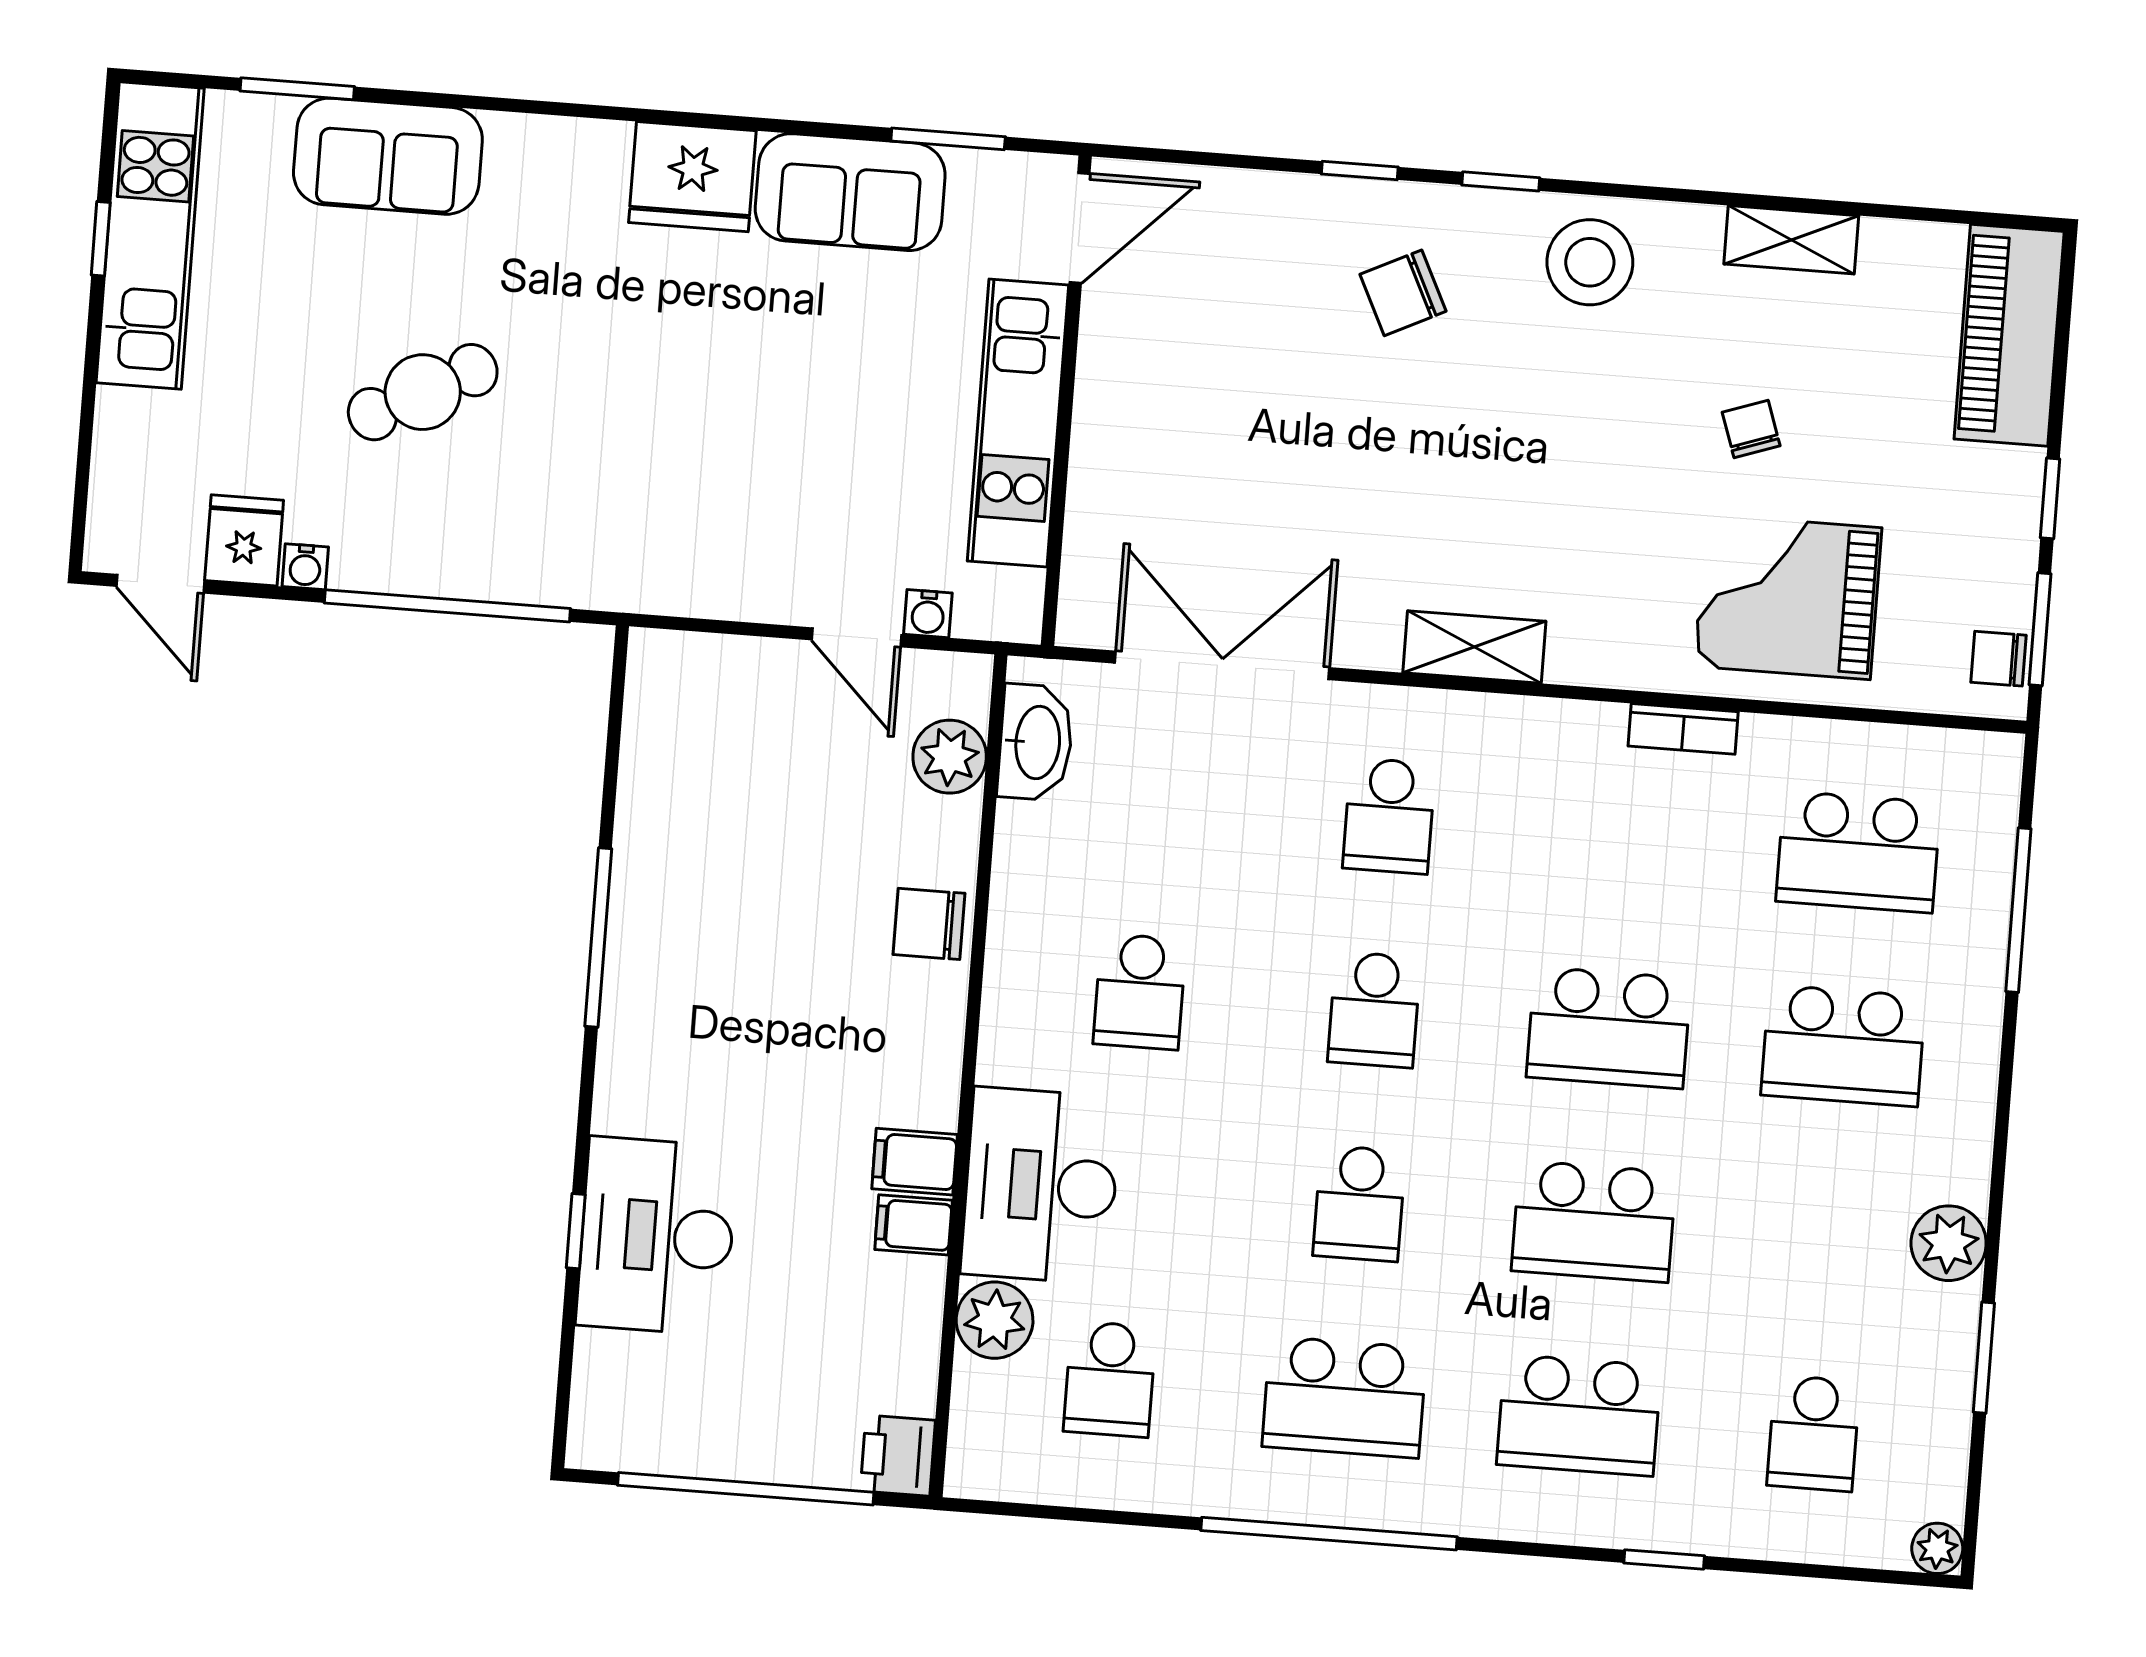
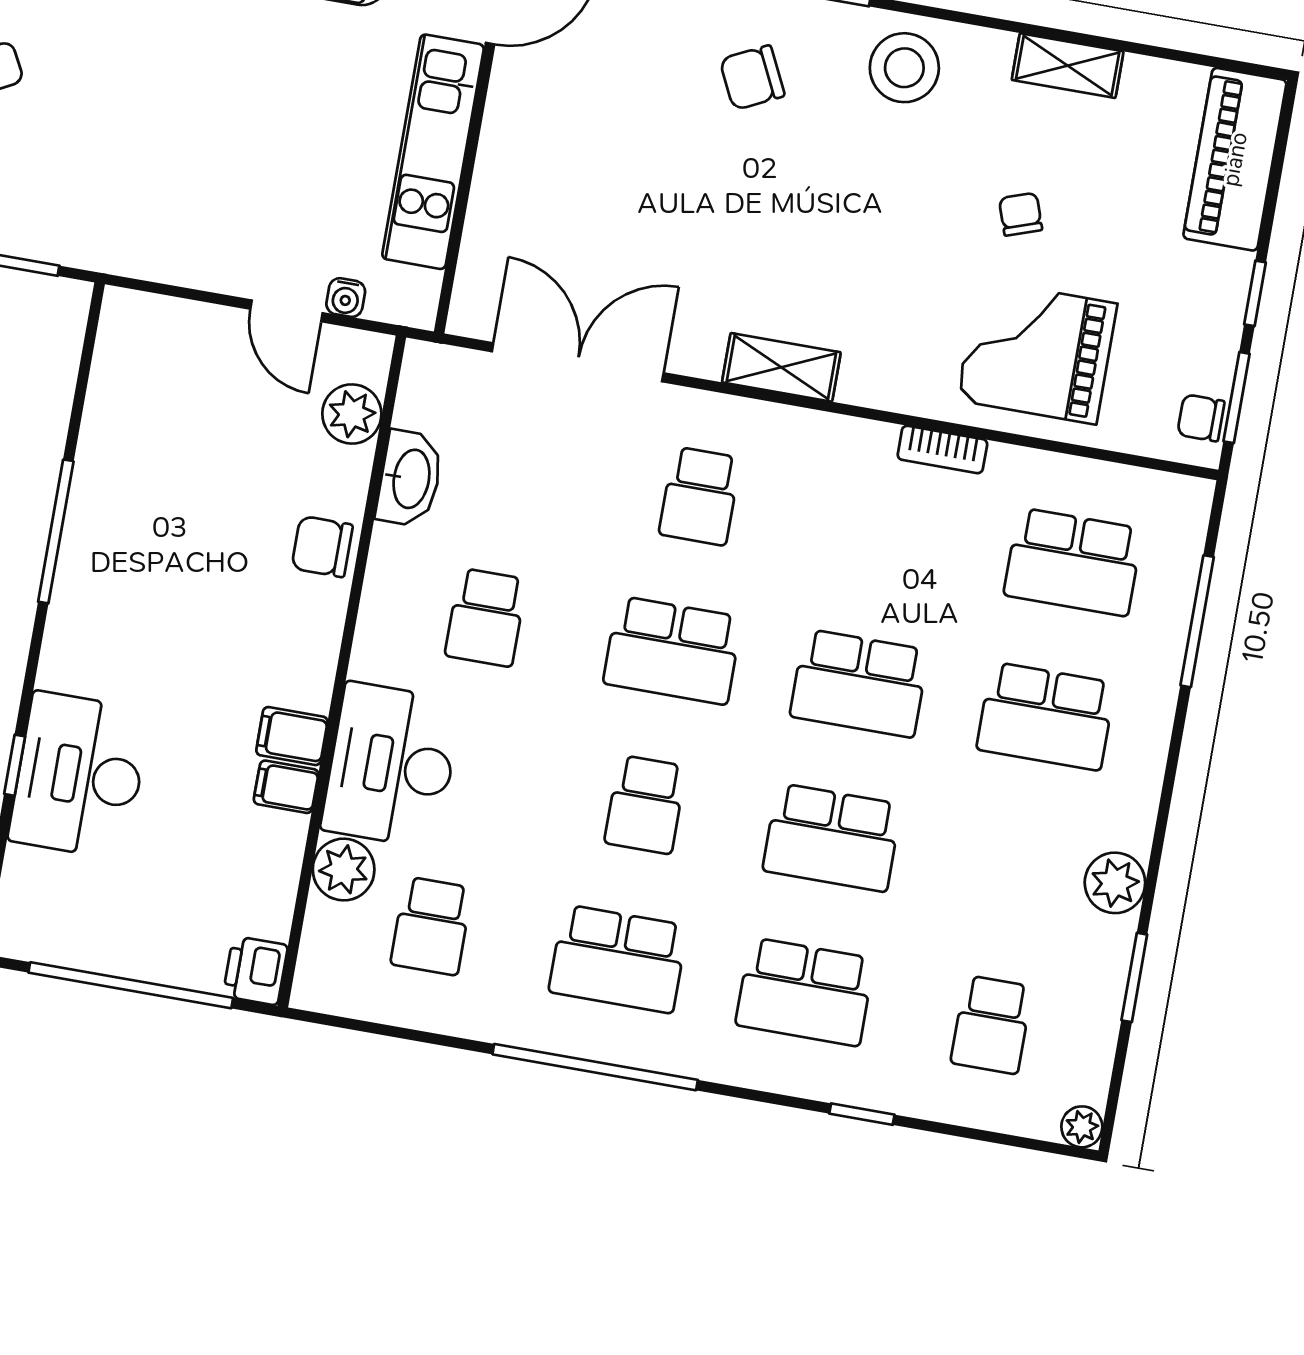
washbasin: (1036, 742) -> (410, 479), moved
school desk: (1374, 1010) -> (673, 650), width x1.85

